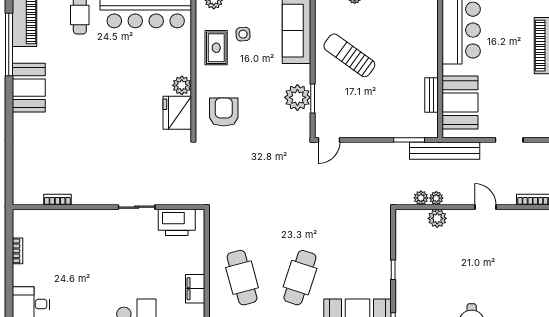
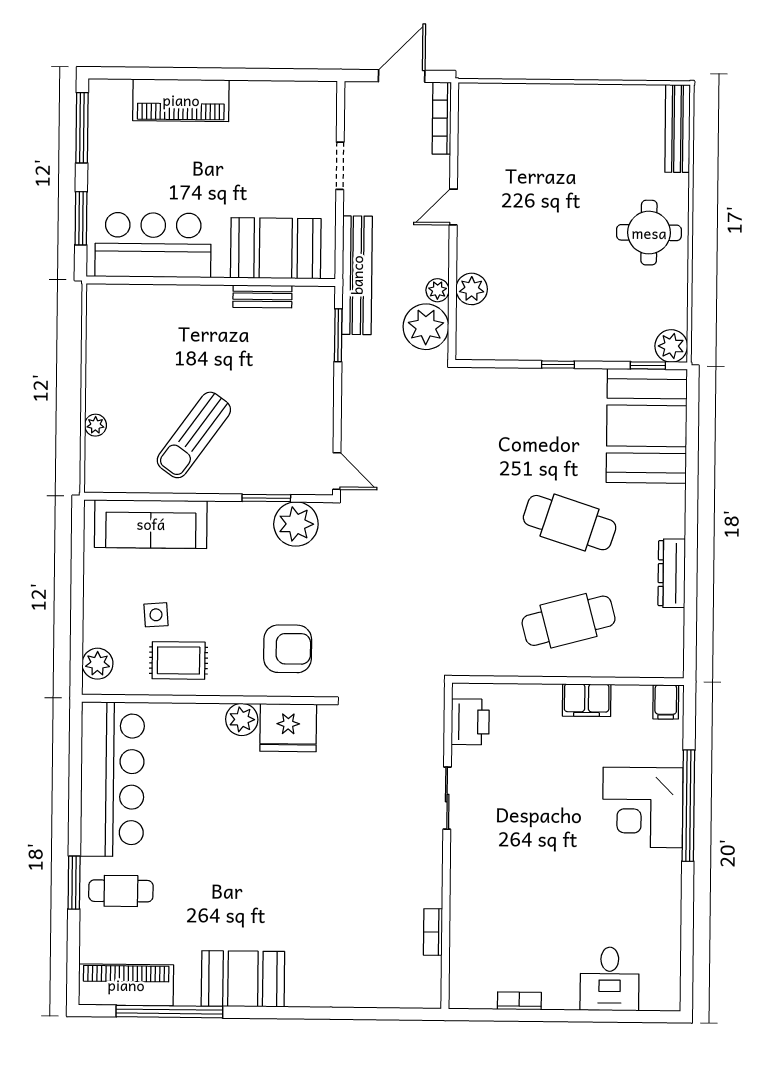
plant: (297, 97) -> (296, 524), moved
armchair: (224, 112) -> (288, 649), turned 180
plant: (421, 198) -> (426, 327), width x1.87, depth x1.87
printer: (177, 222) -> (470, 722), width x0.73, depth x0.84

